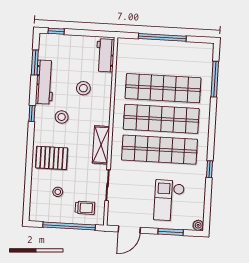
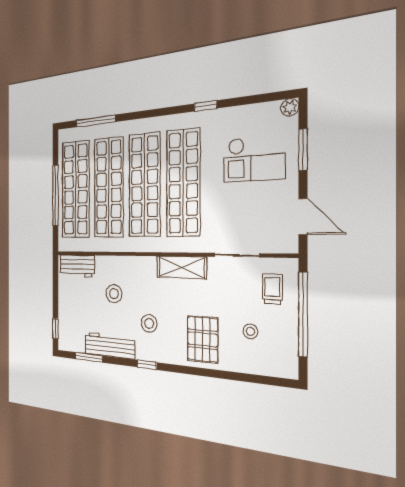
shop shelf: (165, 57) -> (76, 189), added

